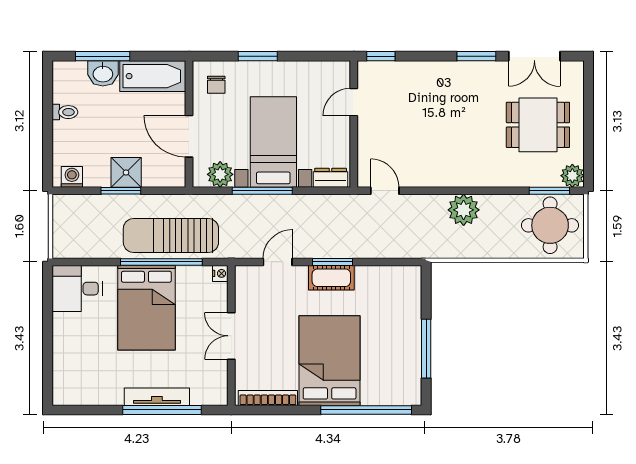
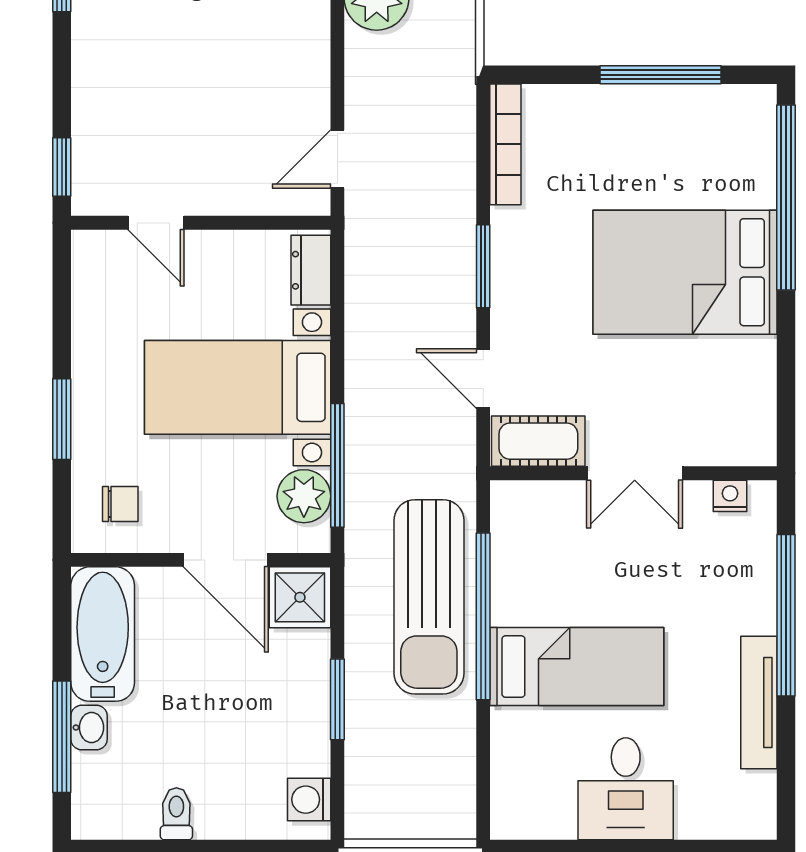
washbasin: (103, 73) -> (89, 728), width x0.72, depth x0.69
door: (189, 136) -> (226, 560), hinge flipped
shower: (126, 172) -> (300, 597), moved
window: (262, 191) -> (337, 465), moved
nightstand: (220, 273) -> (730, 496), moved
cot: (331, 278) -> (538, 441), moved, turned 90
desk: (77, 289) -> (626, 789), moved
bed: (146, 308) -> (577, 667), width x0.67
tv unit: (157, 397) -> (759, 703), moved
bookcase: (268, 398) -> (505, 144), moved, turned 180

